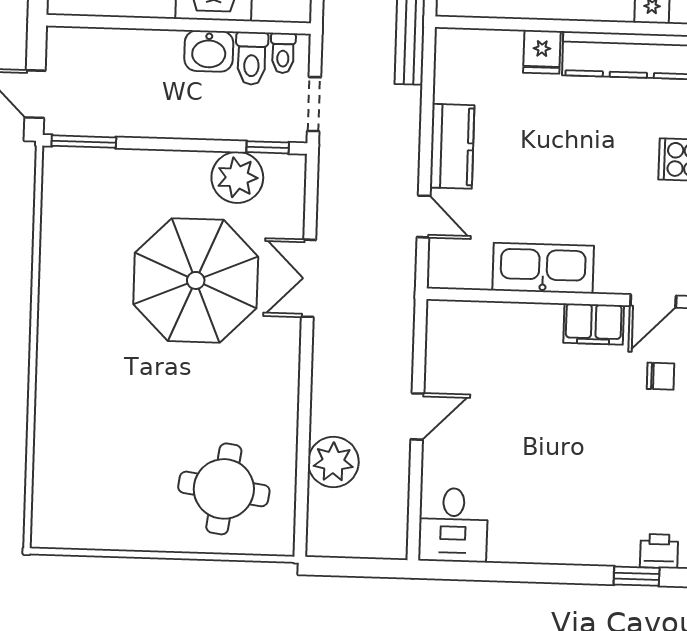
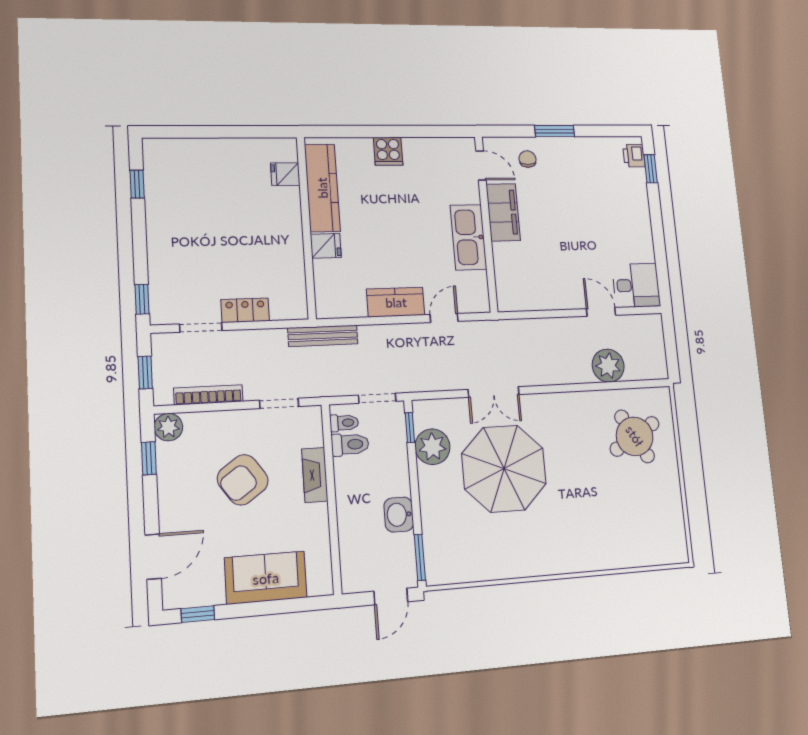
washbasin: (209, 51) -> (399, 515), moved, turned 180
filing cabinet: (594, 324) -> (503, 212), width x1.50, depth x1.17
door: (417, 416) -> (601, 312), moved
round table: (224, 489) -> (635, 436), turned -38

